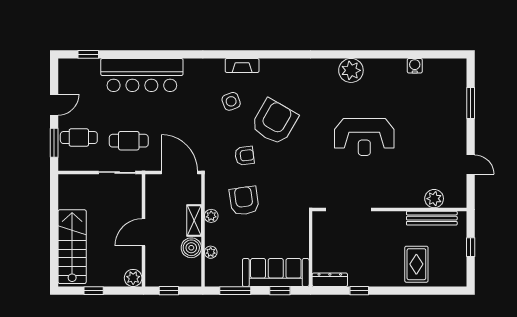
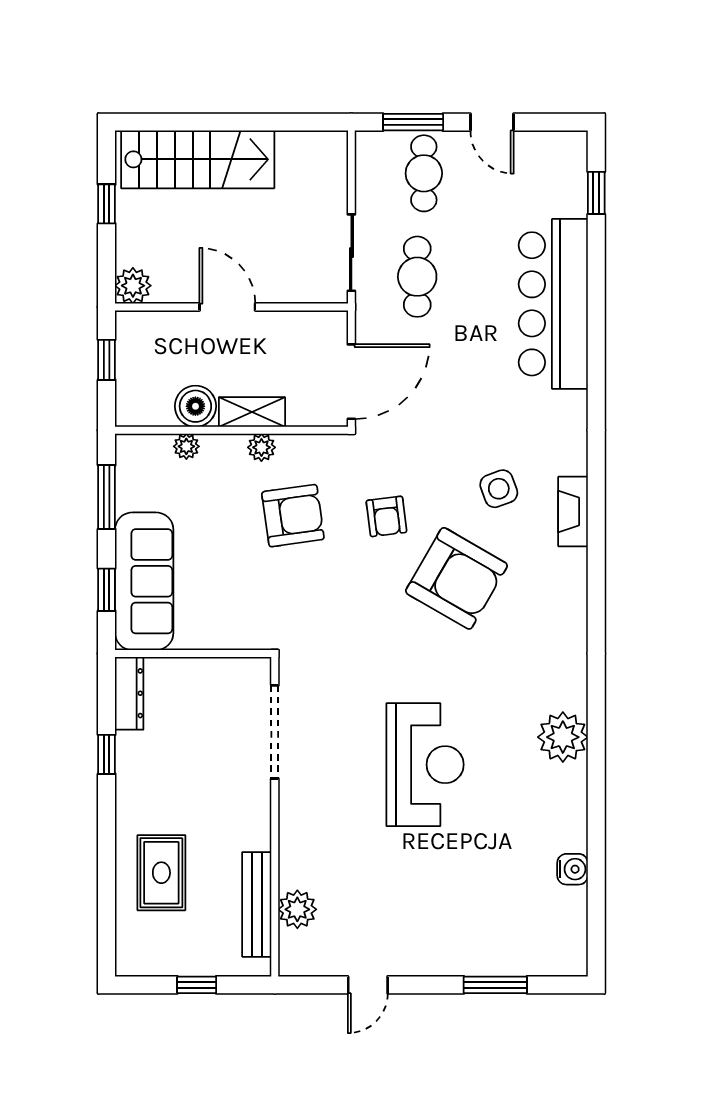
reception desk: (364, 137) -> (425, 765), turned 180
rug: (416, 264) -> (161, 873), turned 90

